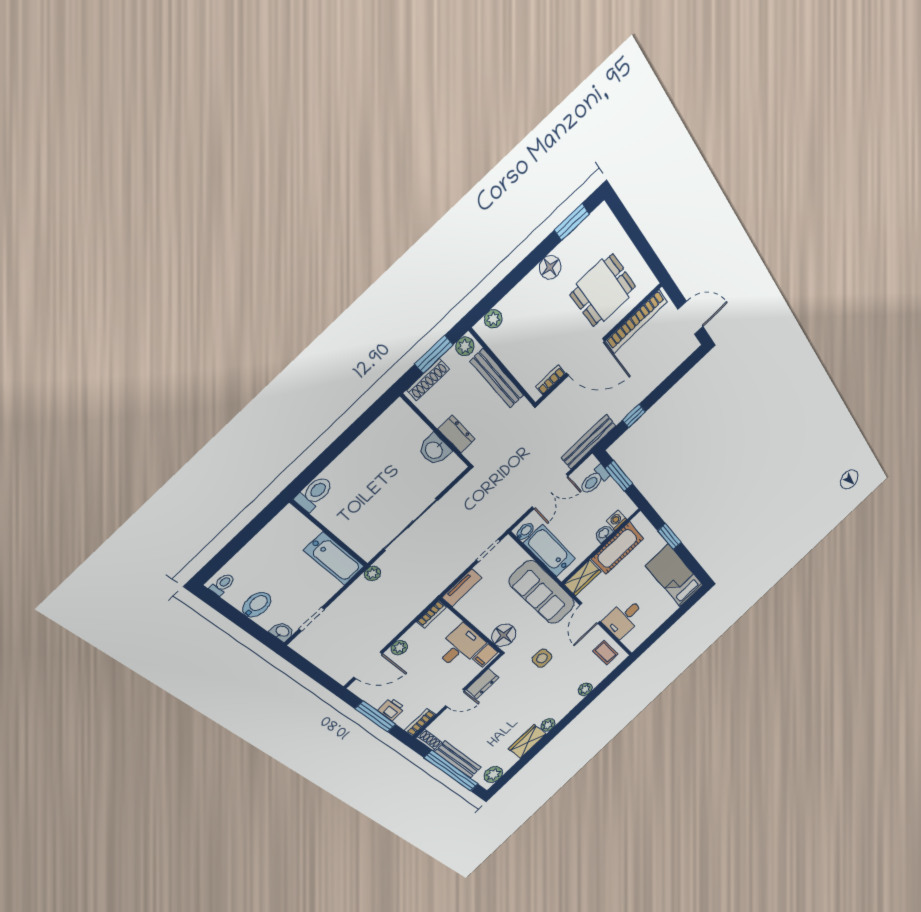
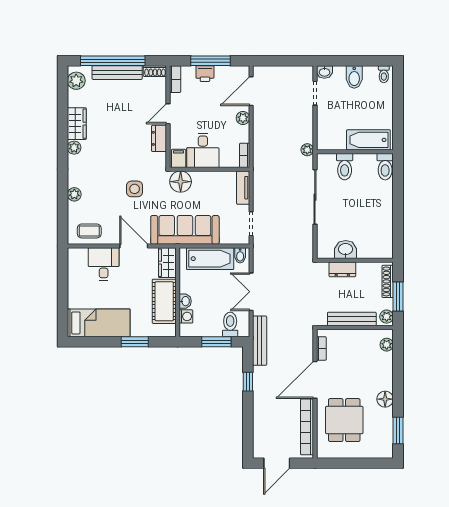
toilet: (354, 528) -> (345, 167), added
bathtub: (334, 558) -> (368, 140), moved

